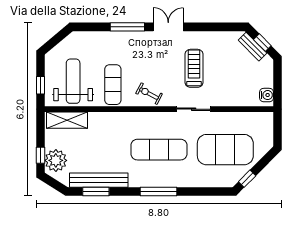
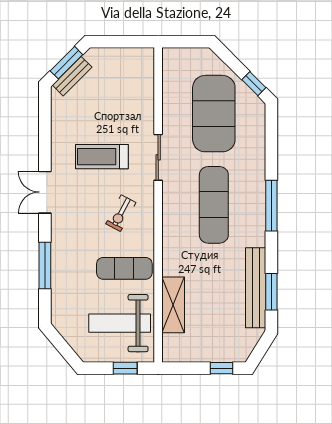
window: (127, 27) -> (45, 265), moved
window: (262, 43) -> (66, 63), width x1.50
exercise bike: (149, 94) -> (121, 213), moved
water cooler: (267, 95) -> (139, 57), removed
shelving: (67, 120) -> (173, 305), moved
plant: (56, 160) -> (229, 347), removed

